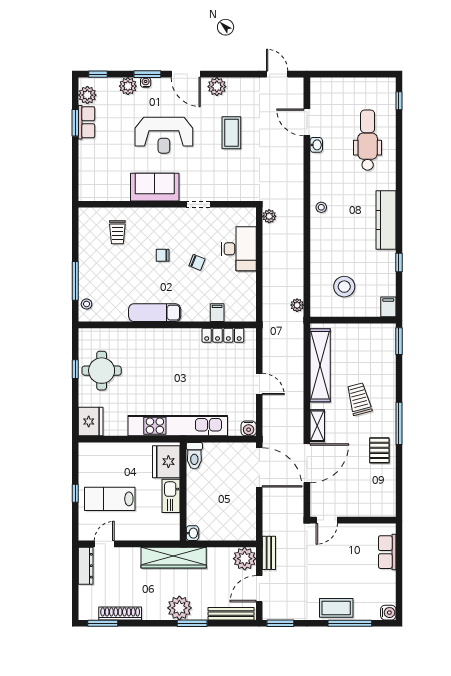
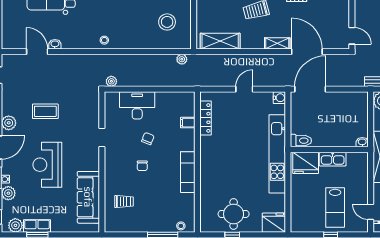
door: (307, 122) -> (37, 52), swing flipped
reception desk: (164, 135) -> (47, 165), turned 180
sofa: (155, 187) -> (88, 197), moved, width x1.36
shelving: (320, 365) -> (220, 41), width x0.68

